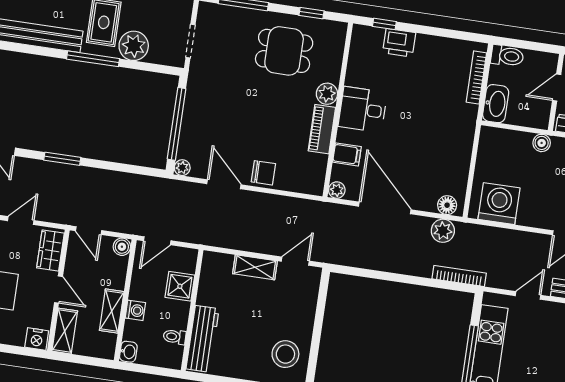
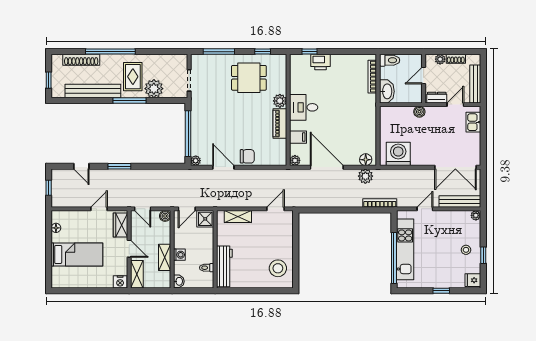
shelving: (255, 267) -> (238, 217), moved
shower: (180, 286) -> (205, 219), moved

